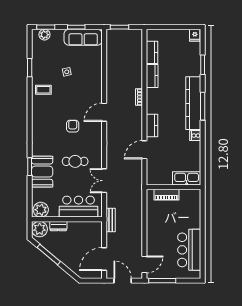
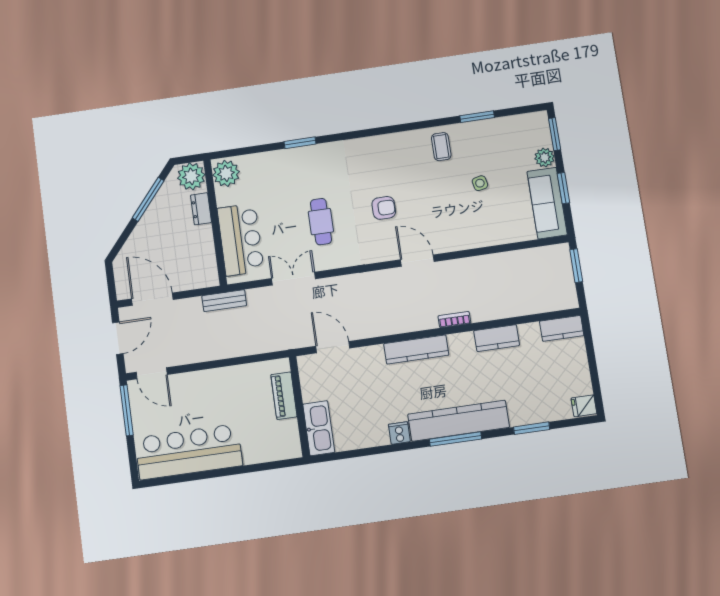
plant: (44, 35) -> (545, 157), moved
kitchen counter: (152, 52) -> (562, 328), moved
kitchen counter: (152, 126) -> (416, 349), width x1.50
door: (144, 150) -> (333, 347), moved
booth: (42, 172) -> (294, 166), removed
bar counter: (189, 250) -> (189, 452), width x1.36

